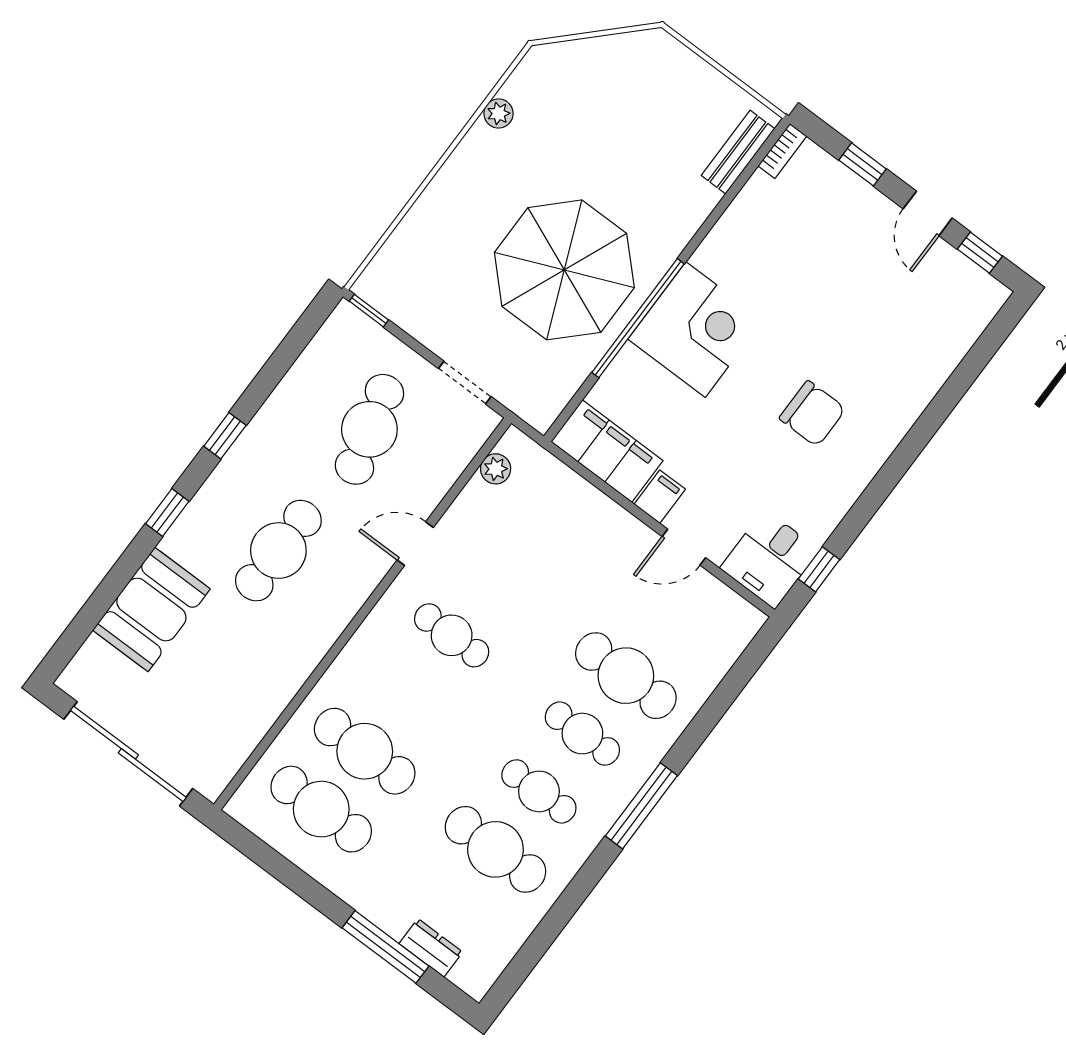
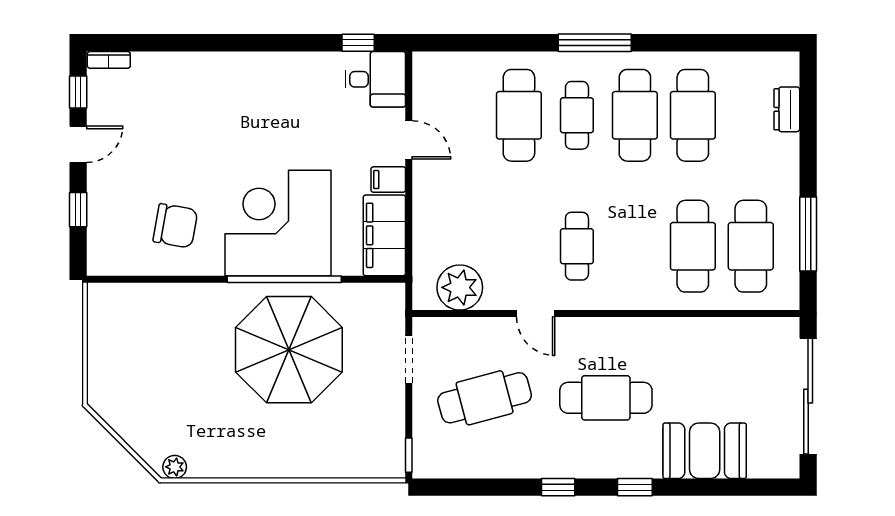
plant: (499, 113) -> (175, 467), moved
bookcase: (782, 151) -> (109, 60), moved, turned 180
bench: (738, 152) -> (130, 295), removed
corner desk: (696, 330) -> (278, 223), width x1.36, depth x1.36
chair: (812, 414) -> (175, 226), moved, turned 100
plant: (496, 469) -> (460, 287), width x1.88, depth x1.88
cafe table: (539, 791) -> (635, 115), width x1.37, depth x1.35
window: (385, 947) -> (808, 234), moved

